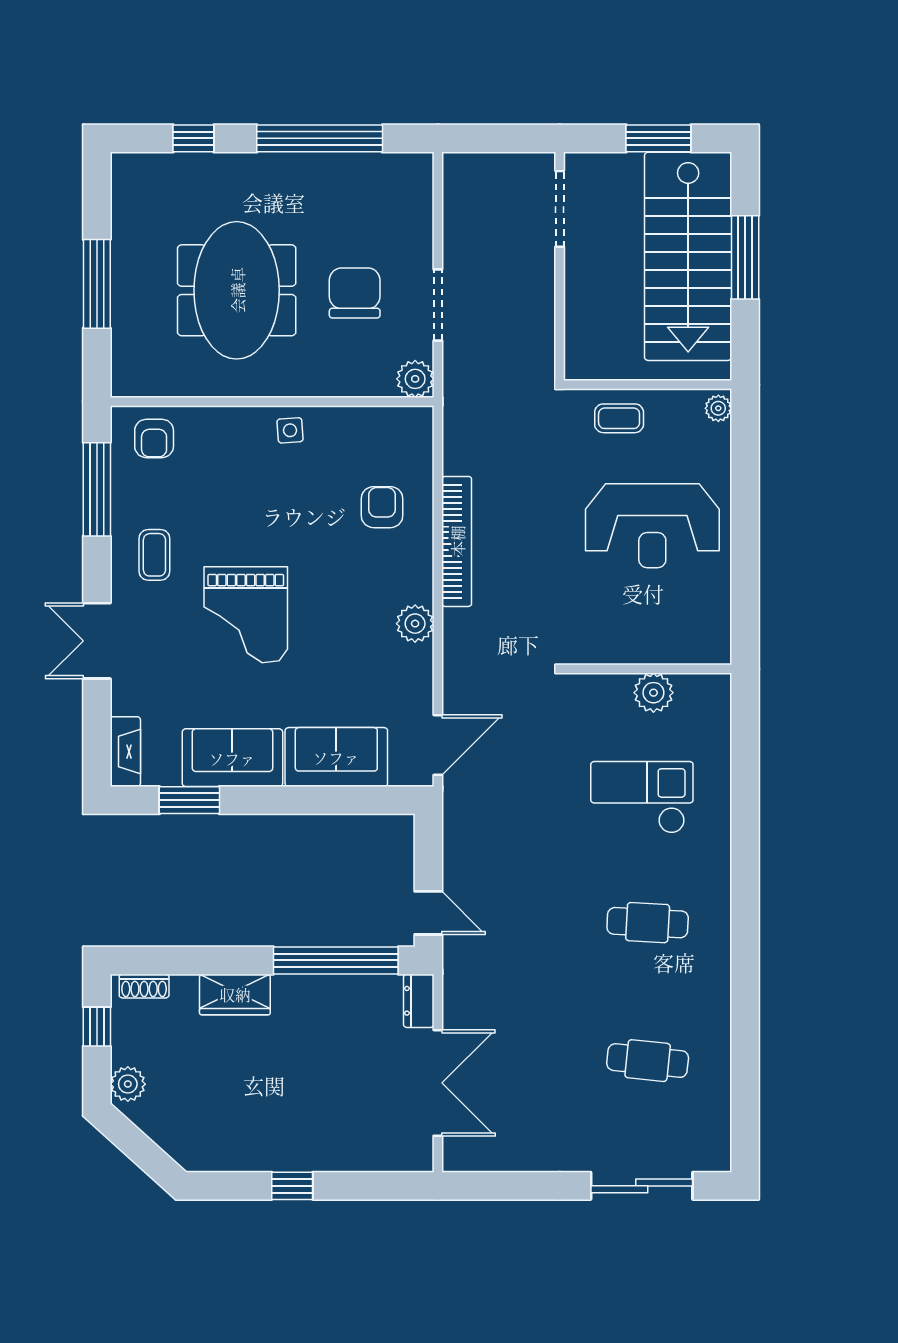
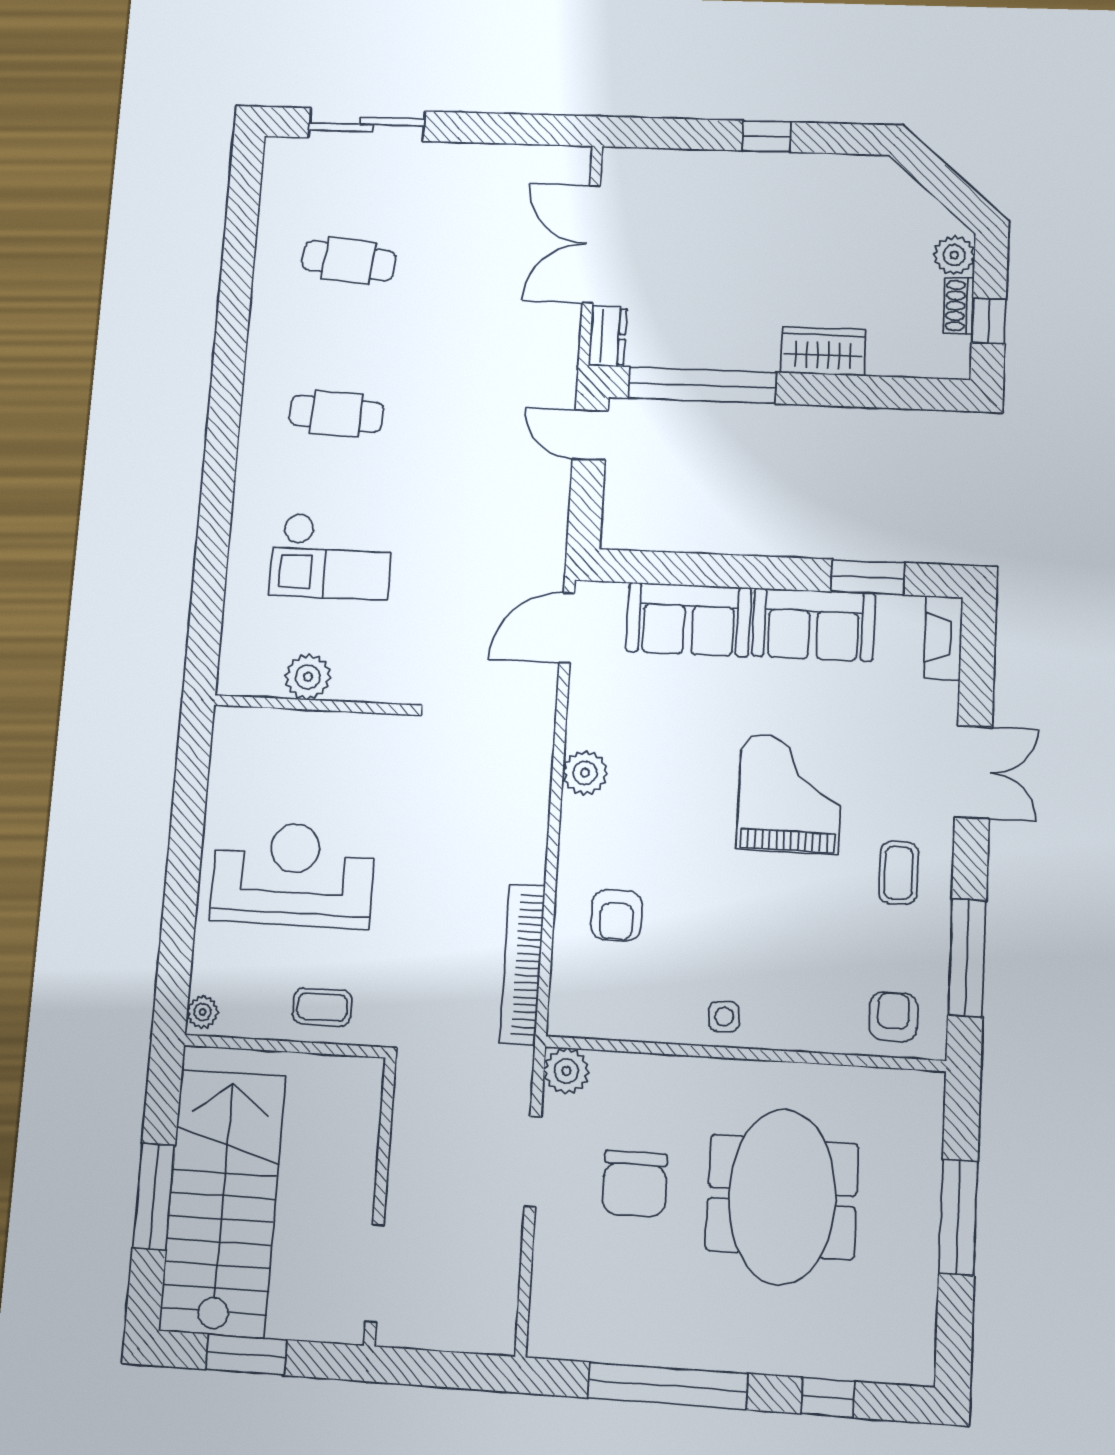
bookcase: (457, 541) -> (522, 964), moved
shoe rack: (144, 986) -> (959, 306), moved, turned -90

